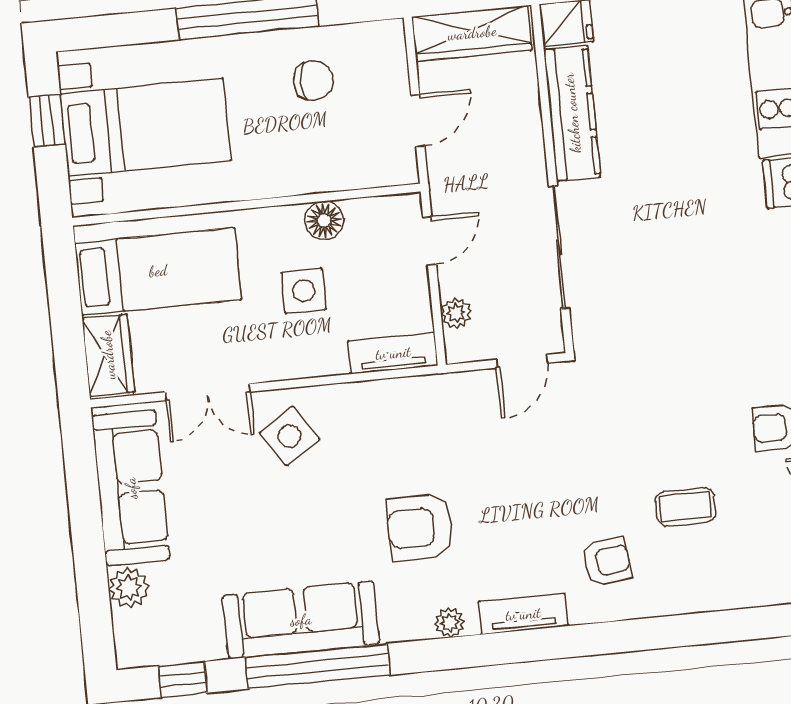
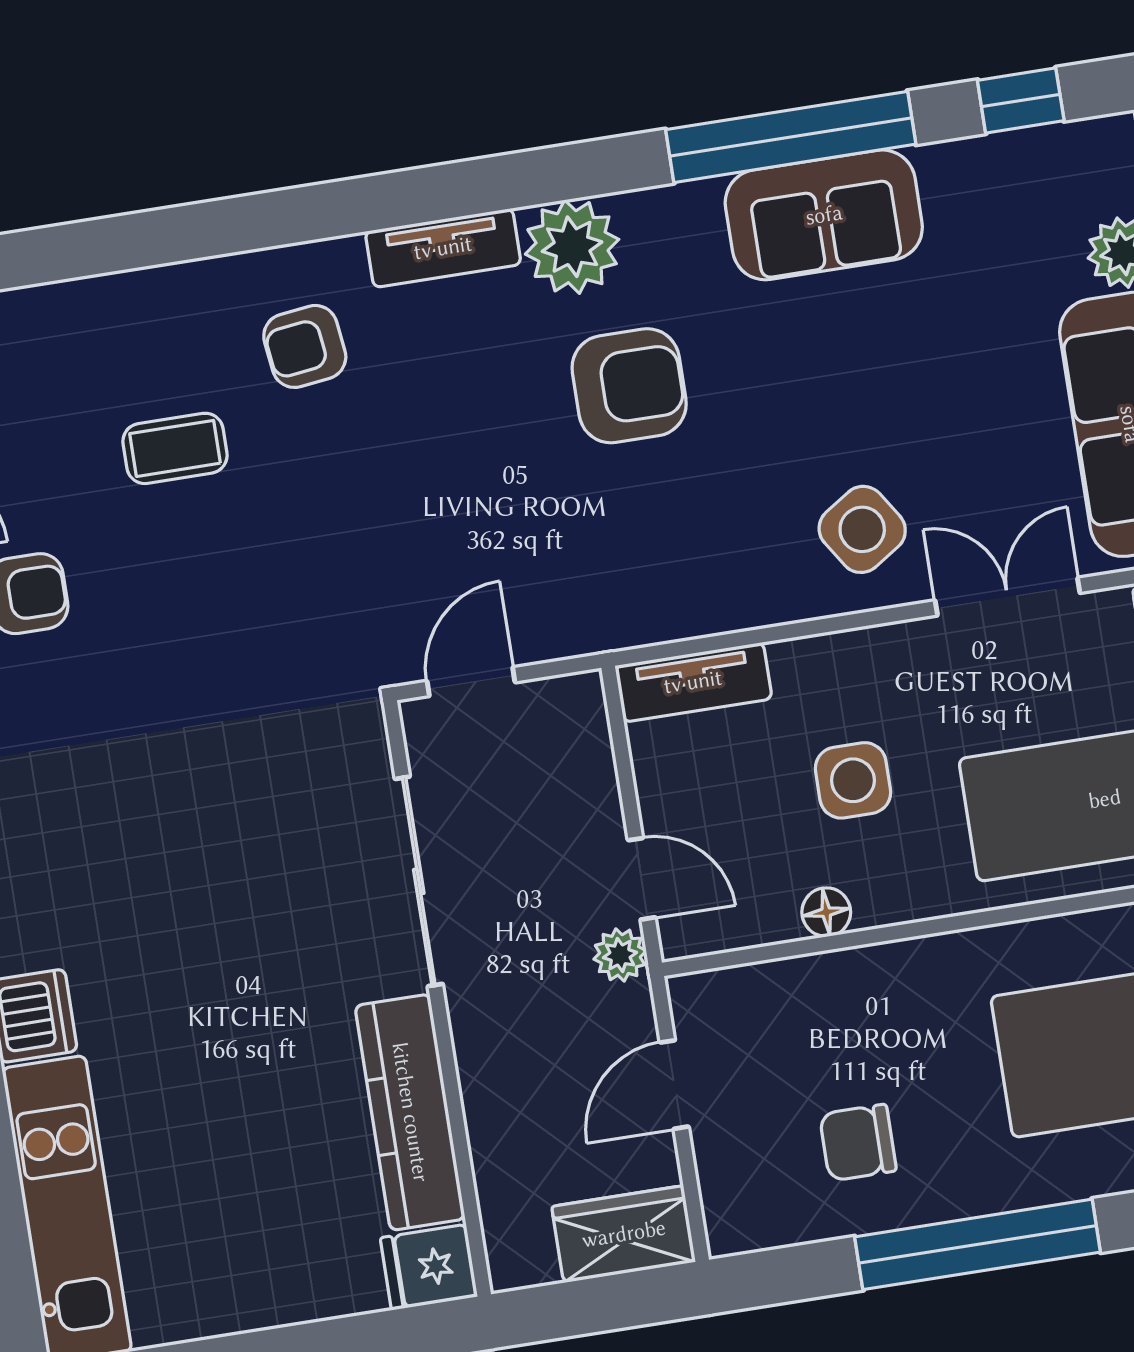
wardrobe: (472, 33) -> (624, 1234), width x0.67
floor lamp: (324, 220) -> (826, 912), width x0.73, depth x0.73
door: (430, 241) -> (642, 879), swing flipped
plant: (456, 313) -> (620, 955), moved
sofa: (301, 620) -> (824, 215), width x0.73
plant: (449, 623) -> (572, 247), width x1.88, depth x1.88

